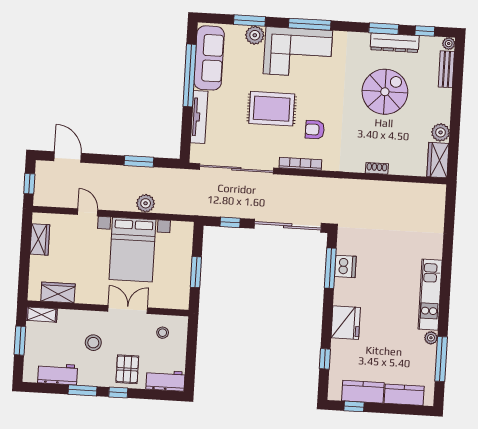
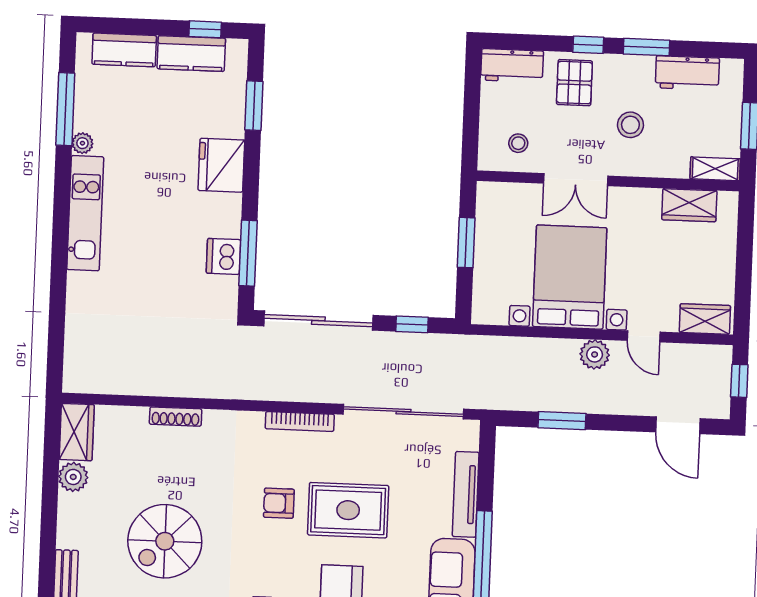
armchair: (315, 130) -> (279, 503), moved, turned 180
shoe rack: (377, 168) -> (176, 417), width x1.43
plant: (146, 203) -> (595, 354), moved
wardrobe: (40, 239) -> (705, 319), moved, turned 90
window: (325, 359) -> (254, 106), width x1.50

